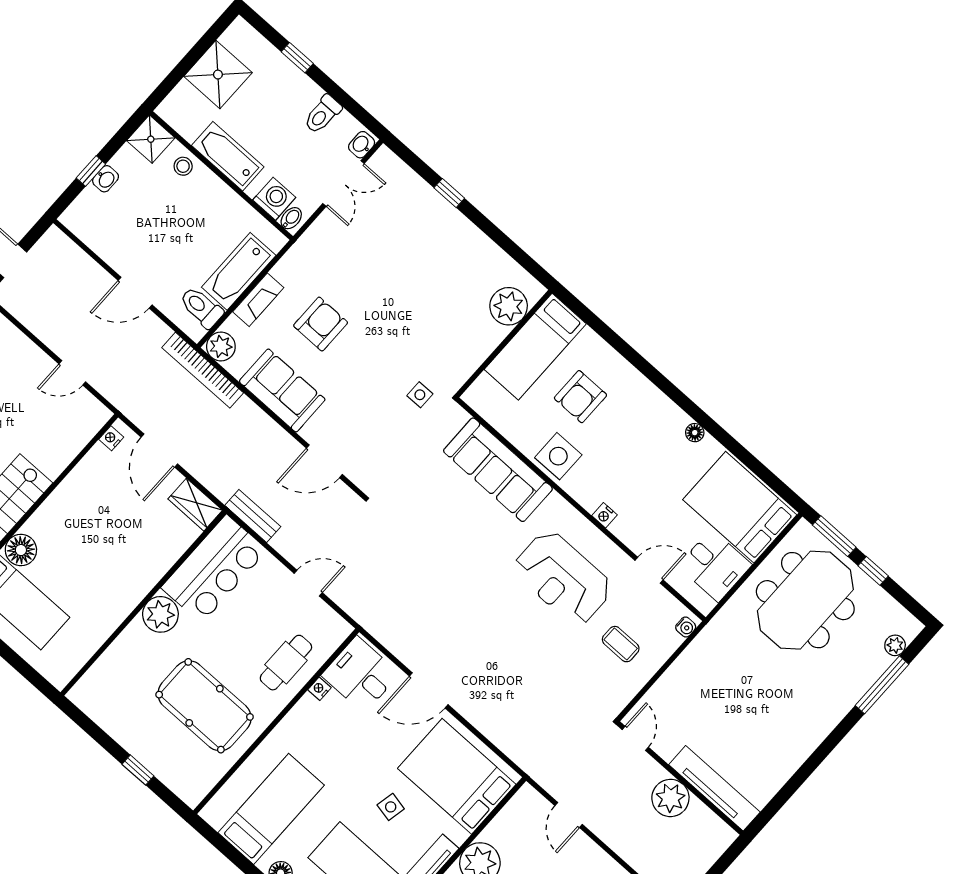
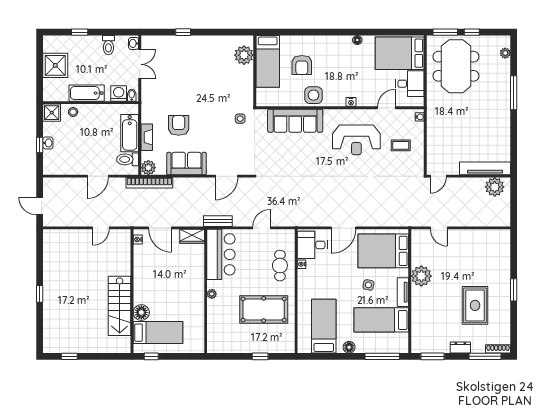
plant: (160, 614) -> (212, 294), width x0.53, depth x0.53
window: (882, 685) -> (514, 93), moved
door: (635, 738) -> (438, 176), swing flipped
plant: (670, 798) -> (495, 187), moved

